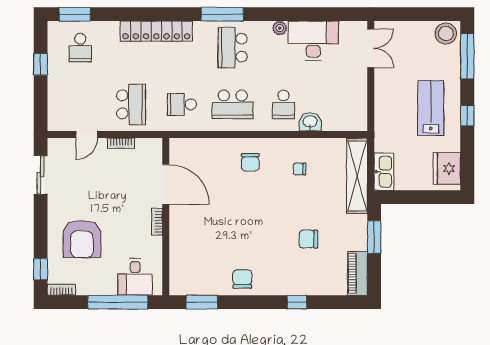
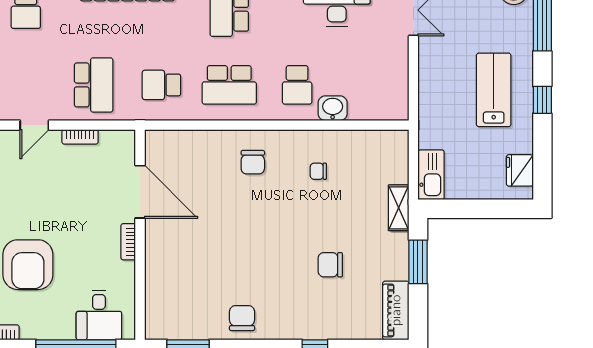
fridge: (447, 168) -> (520, 170), width x0.73, depth x0.75
shelving: (357, 176) -> (399, 208), width x0.45, depth x0.75

